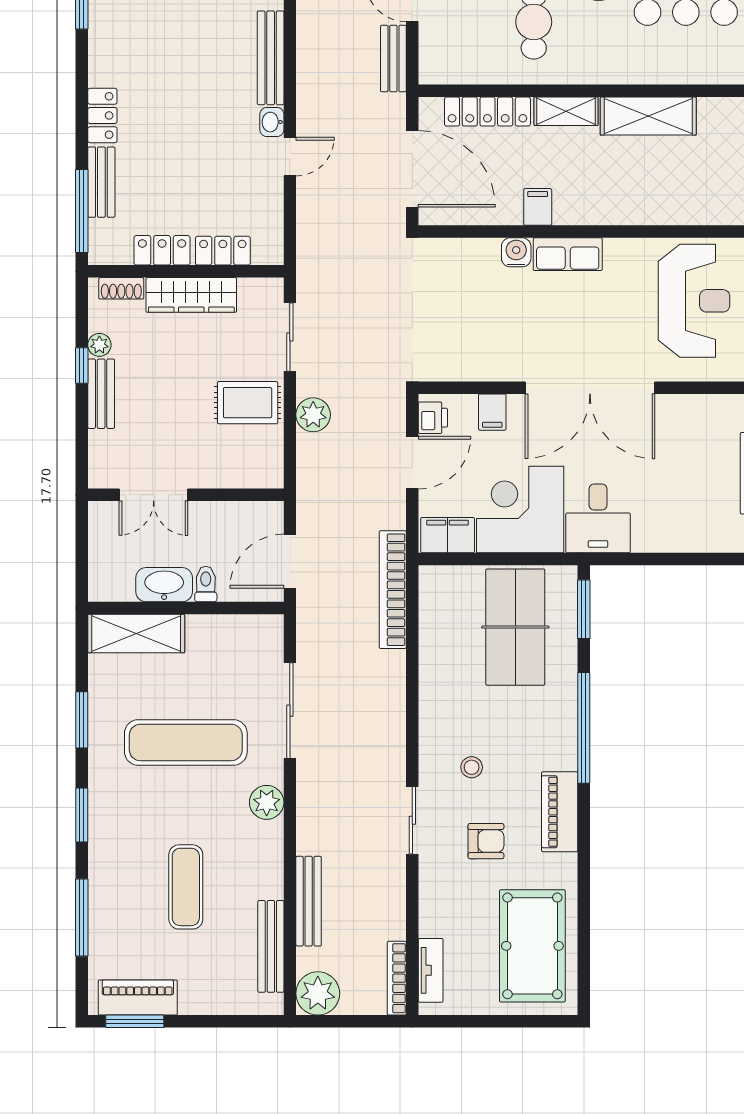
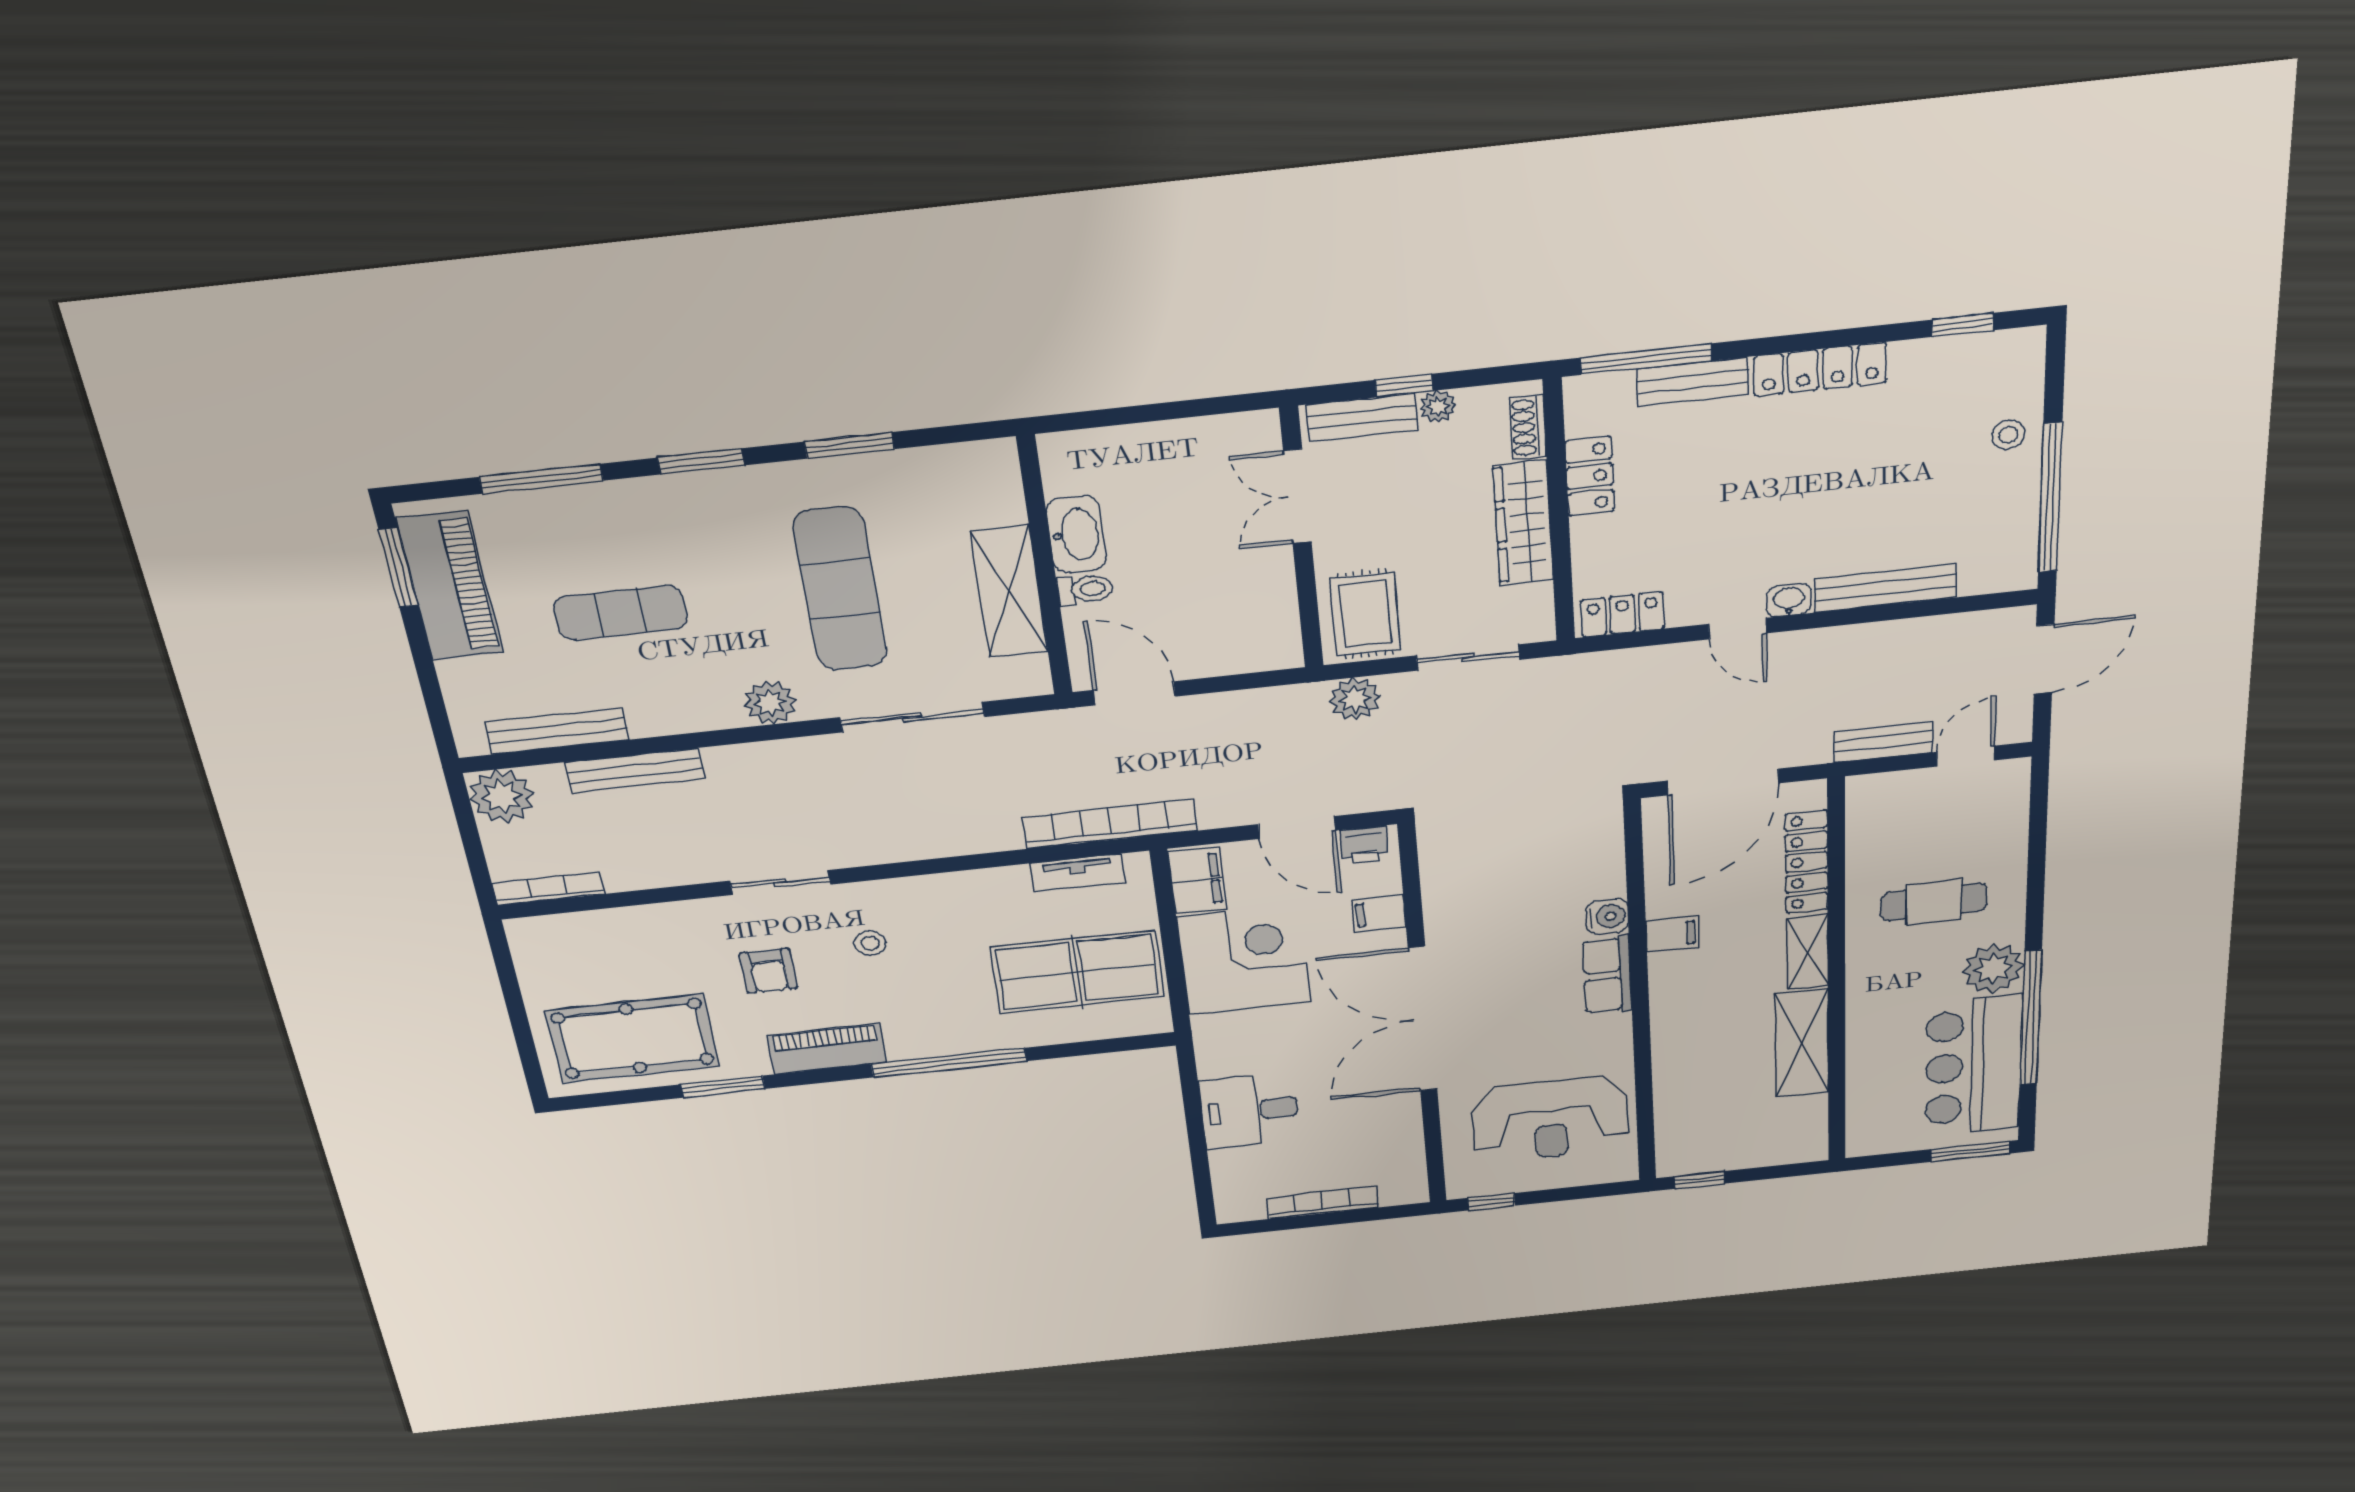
locker: (102, 115) -> (1820, 369), width x1.53
locker: (223, 251) -> (1622, 614), moved, turned -90
double door: (154, 495) -> (1297, 496), moved
wall: (186, 495) -> (1302, 539), moved
desk: (598, 518) -> (1250, 1111), moved
window: (584, 609) -> (723, 1087), moved
shelving: (136, 634) -> (1009, 592), moved
tv unit: (431, 970) -> (1078, 873), moved
piano: (138, 998) -> (450, 586), width x1.37, depth x1.33

